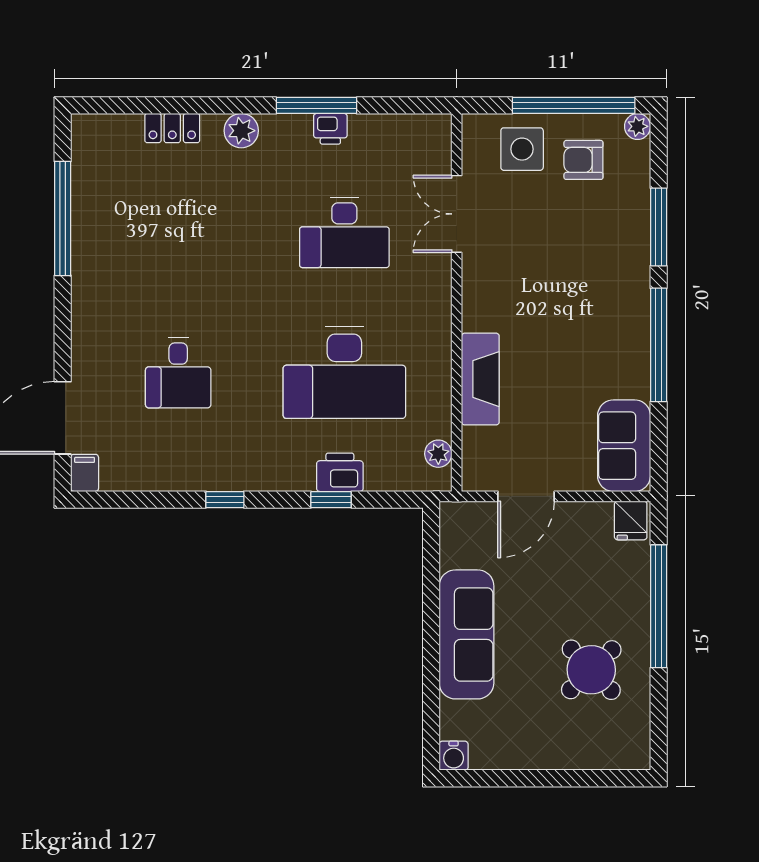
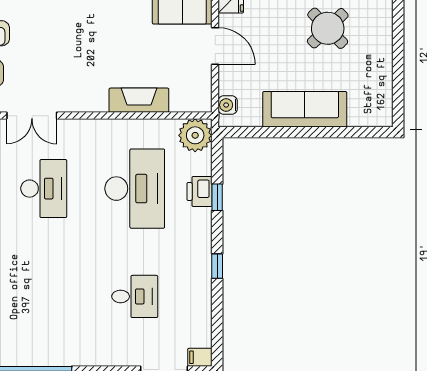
plant: (438, 454) -> (195, 135), width x1.88, depth x1.88
door: (526, 496) -> (215, 46), moved
water cooler: (454, 756) -> (228, 105), moved, turned 180

